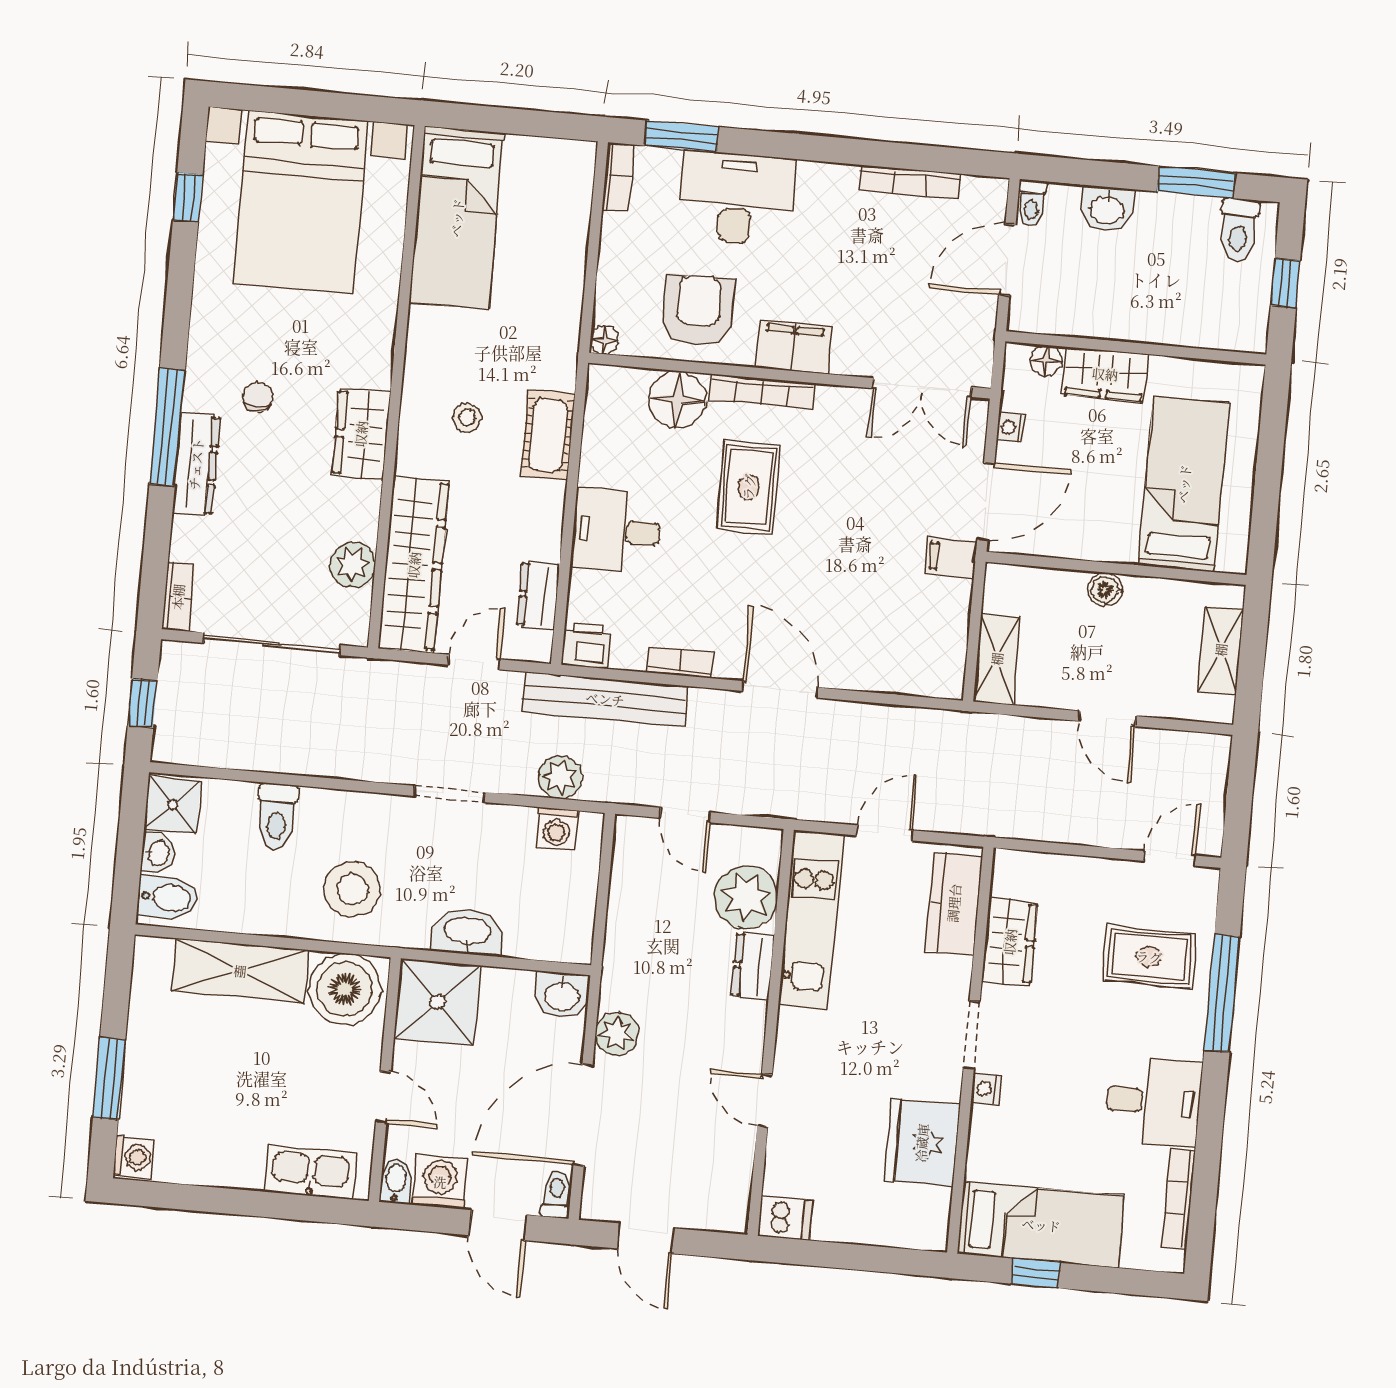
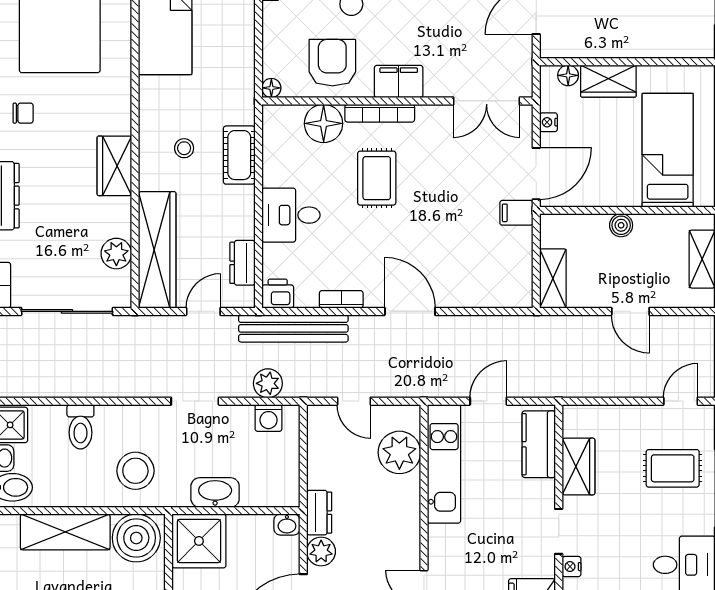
chair: (258, 397) -> (23, 113), moved, turned 90
dresser: (753, 966) -> (319, 513), moved, turned 180
washbasin: (562, 995) -> (287, 525), width x0.72, depth x0.69

